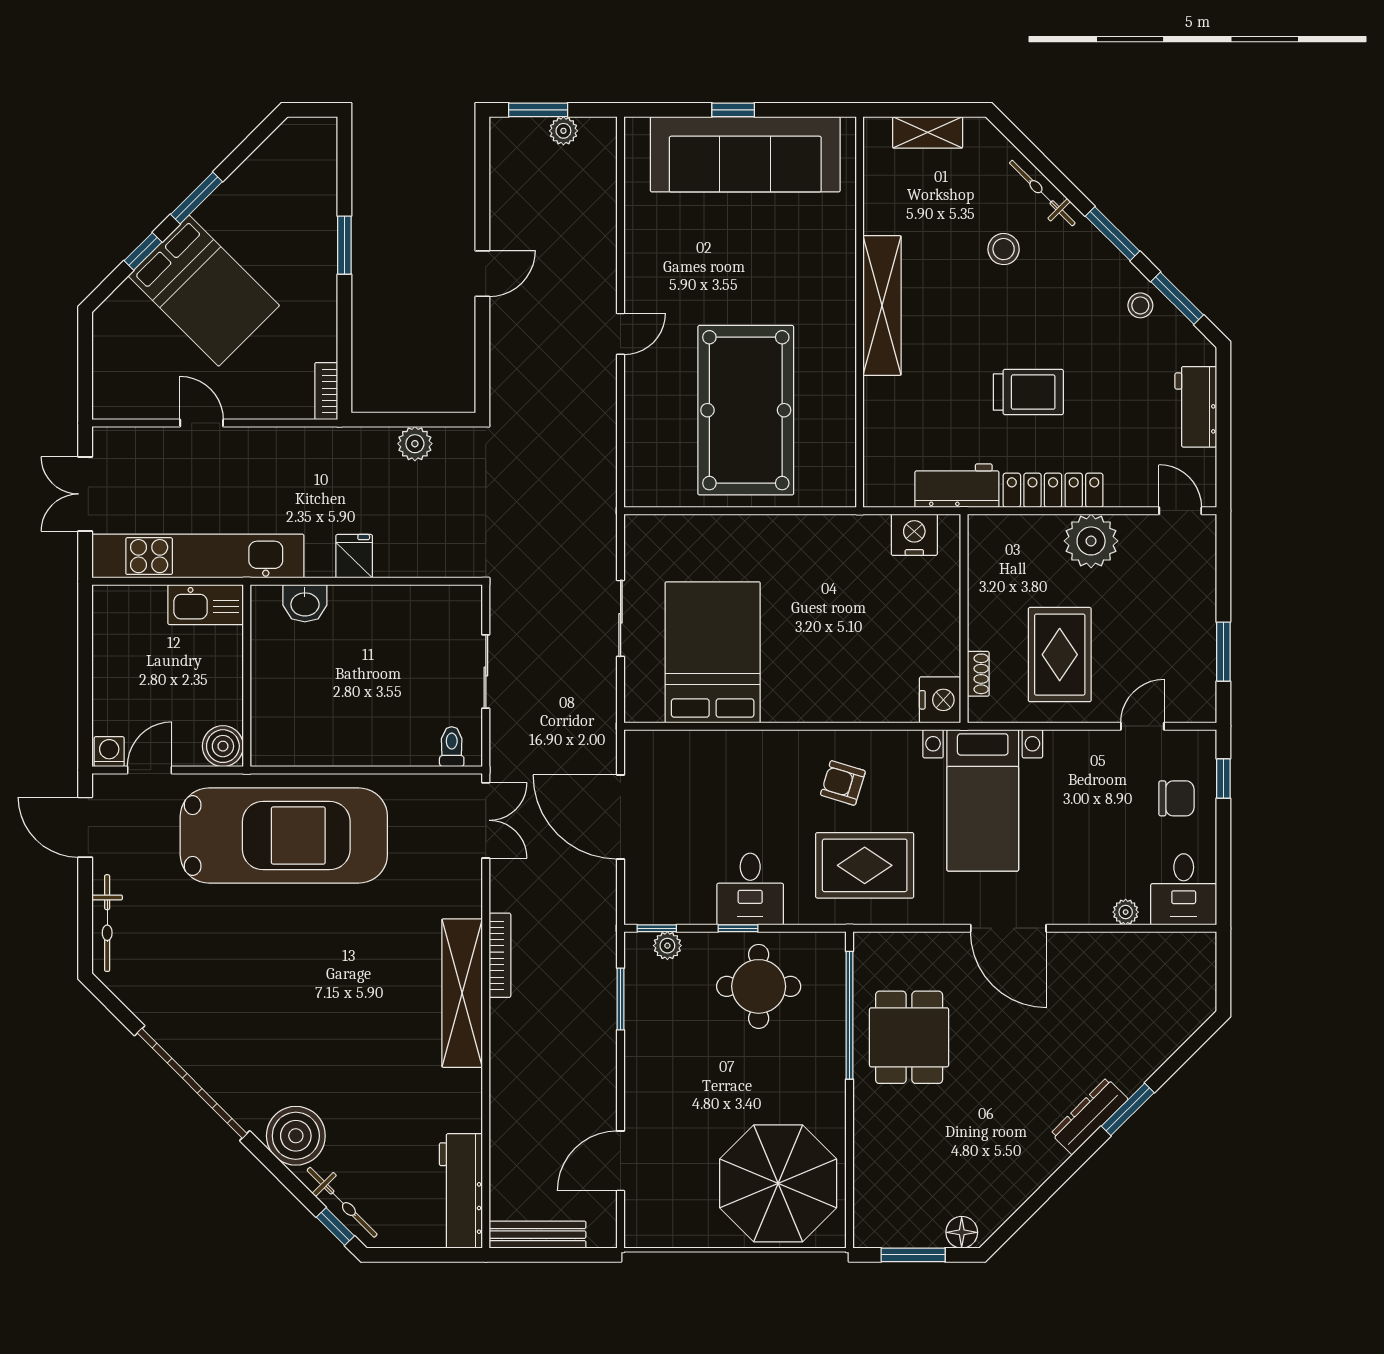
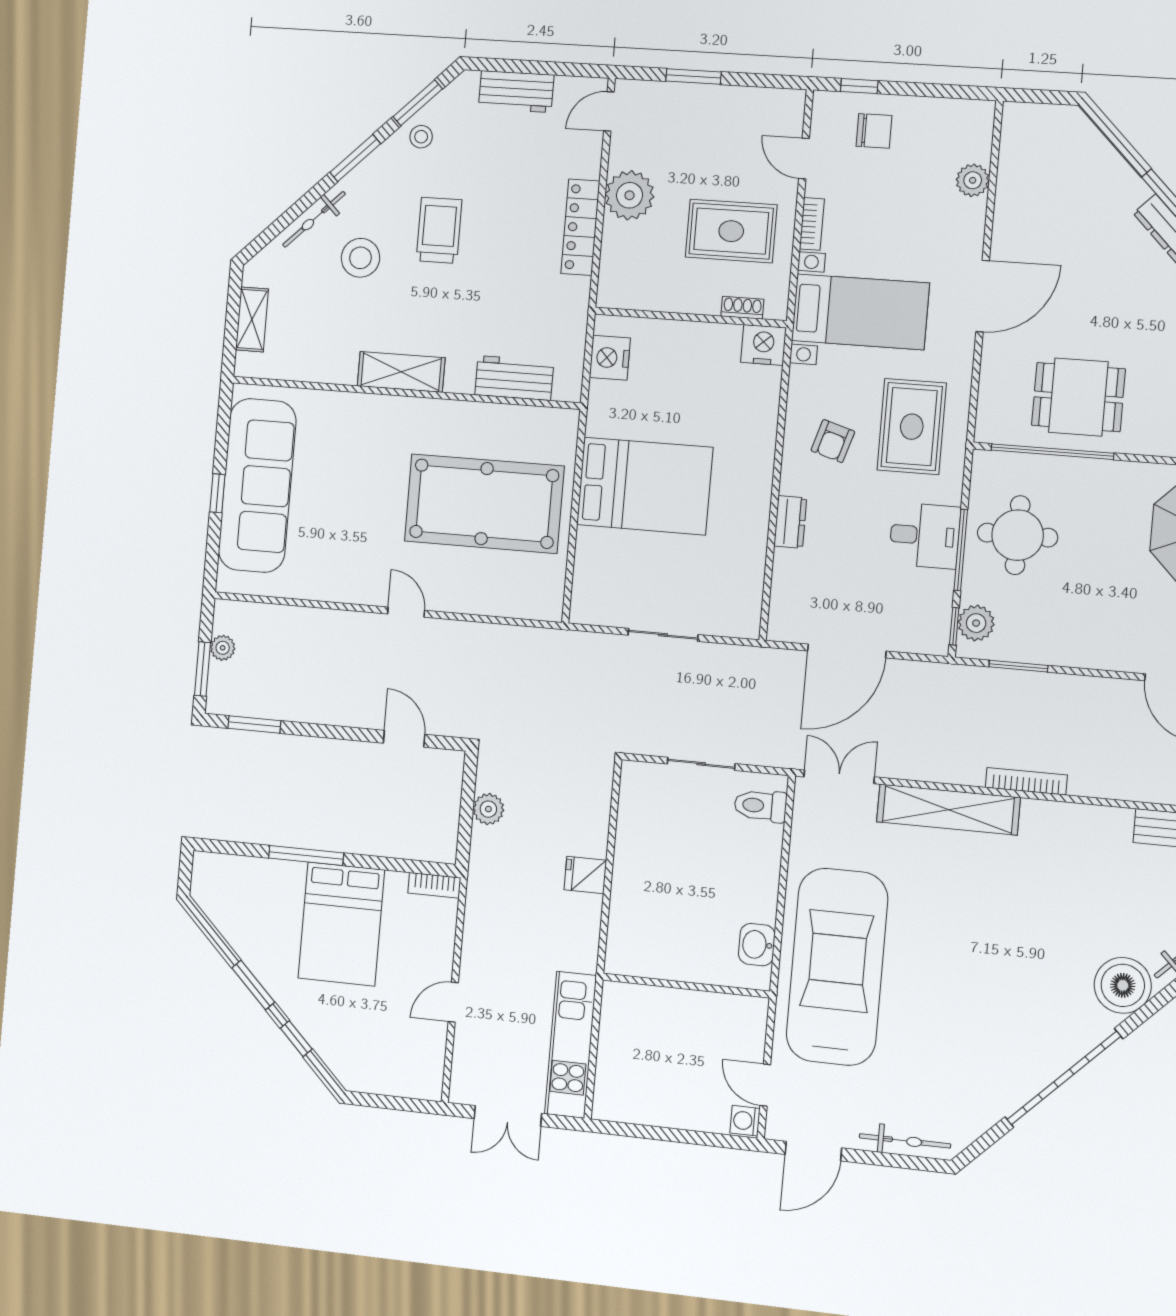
window: (482, 174) -> (254, 724), added
window: (344, 245) -> (306, 856), width x1.44
stool: (1004, 249) -> (360, 258), width x1.38, depth x1.38
door: (482, 274) -> (404, 739), moved
bed: (204, 291) -> (341, 924), moved, turned 135
shelving: (882, 305) -> (401, 372), width x0.68
trolley: (1028, 392) -> (439, 230), moved
workbench: (957, 486) -> (514, 378), moved, turned 90
kitchen unit: (198, 556) -> (571, 1045), width x0.73
washbasin: (305, 603) -> (757, 945), moved, turned 180
kitchen sink: (206, 605) -> (618, 1016), removed
bed: (713, 652) -> (645, 486), moved, turned 180
window: (1223, 652) -> (693, 76), moved
bookcase: (1073, 741) -> (812, 224), added
dresser: (753, 745) -> (790, 522), added
boiler: (223, 746) -> (749, 1015), removed
toilet: (452, 747) -> (760, 806), width x1.37, depth x1.39
chair: (1176, 798) -> (874, 131), turned 90
desk: (1184, 889) -> (960, 129), removed
plant: (1126, 912) -> (973, 180), width x1.38, depth x1.38
window: (738, 928) -> (961, 550), width x2.17
plant: (667, 946) -> (976, 623), width x1.38, depth x1.38
bookcase: (500, 955) -> (1026, 781), moved
shelving: (462, 993) -> (948, 810), moved

